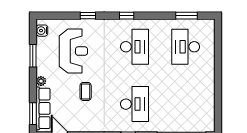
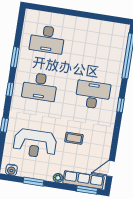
window: (187, 16) -> (15, 57), moved
desk: (134, 47) -> (40, 87), turned 180
reception desk: (73, 51) -> (35, 144), turned 180

